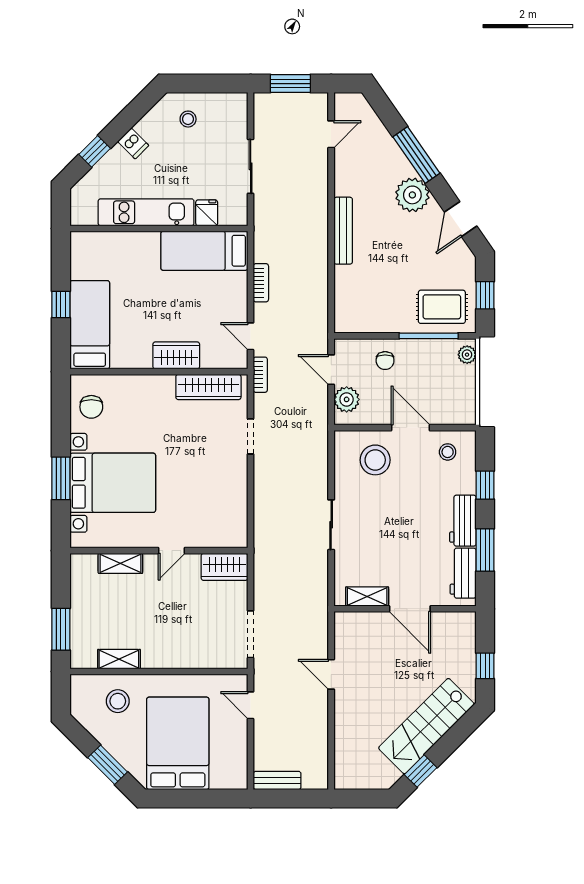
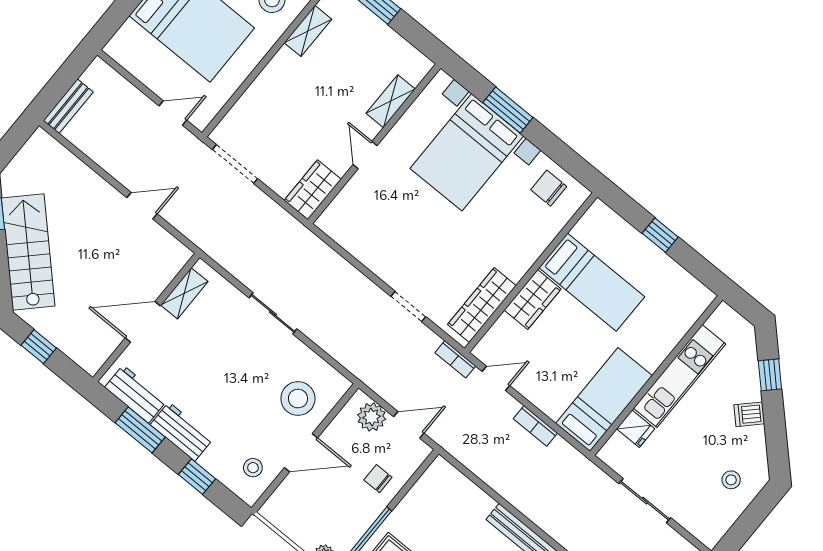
bed: (90, 325) -> (592, 282), moved
bench: (277, 780) -> (68, 106), moved

